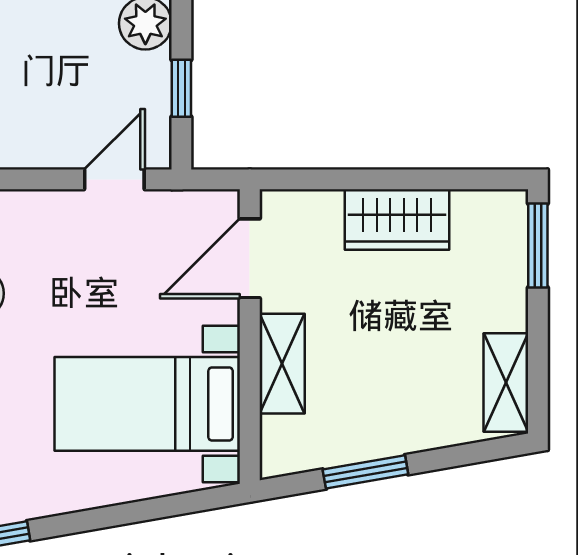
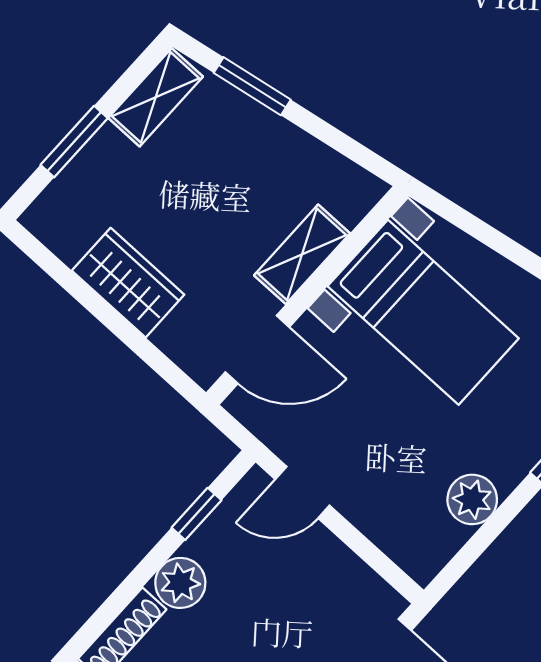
window: (538, 246) -> (74, 142), moved
window: (365, 472) -> (252, 86), moved

